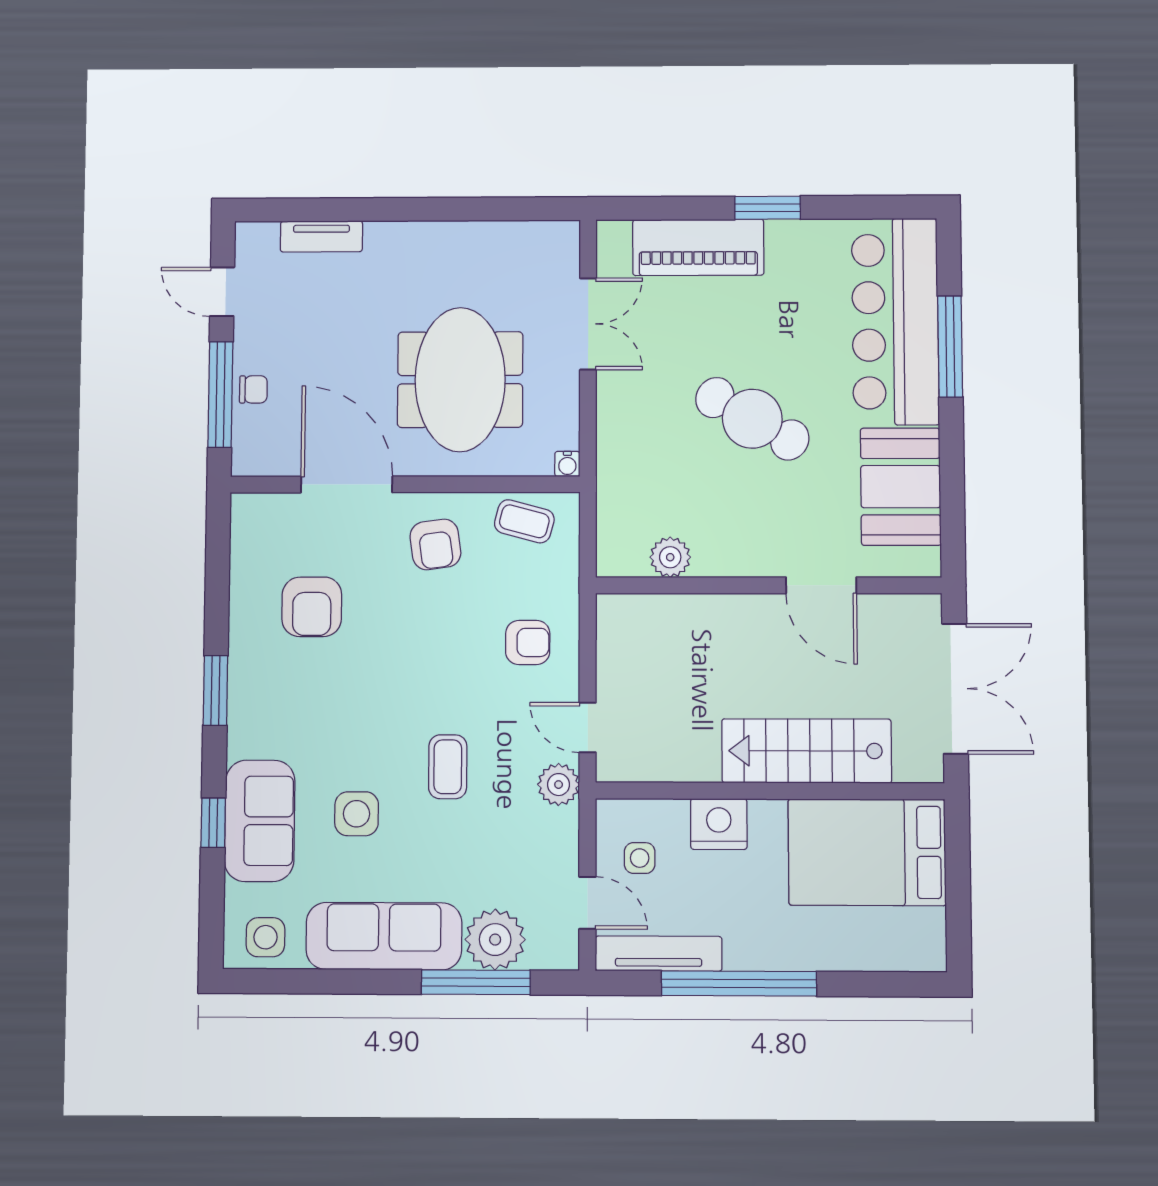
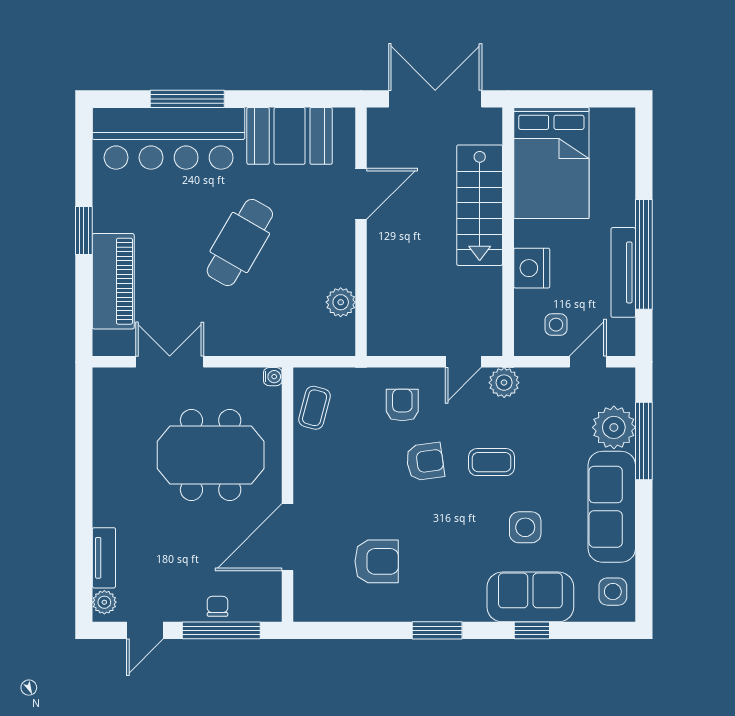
plant: (261, 237) -> (104, 602), added
armchair: (435, 544) -> (425, 462), moved
tv unit: (659, 954) -> (623, 272), moved

